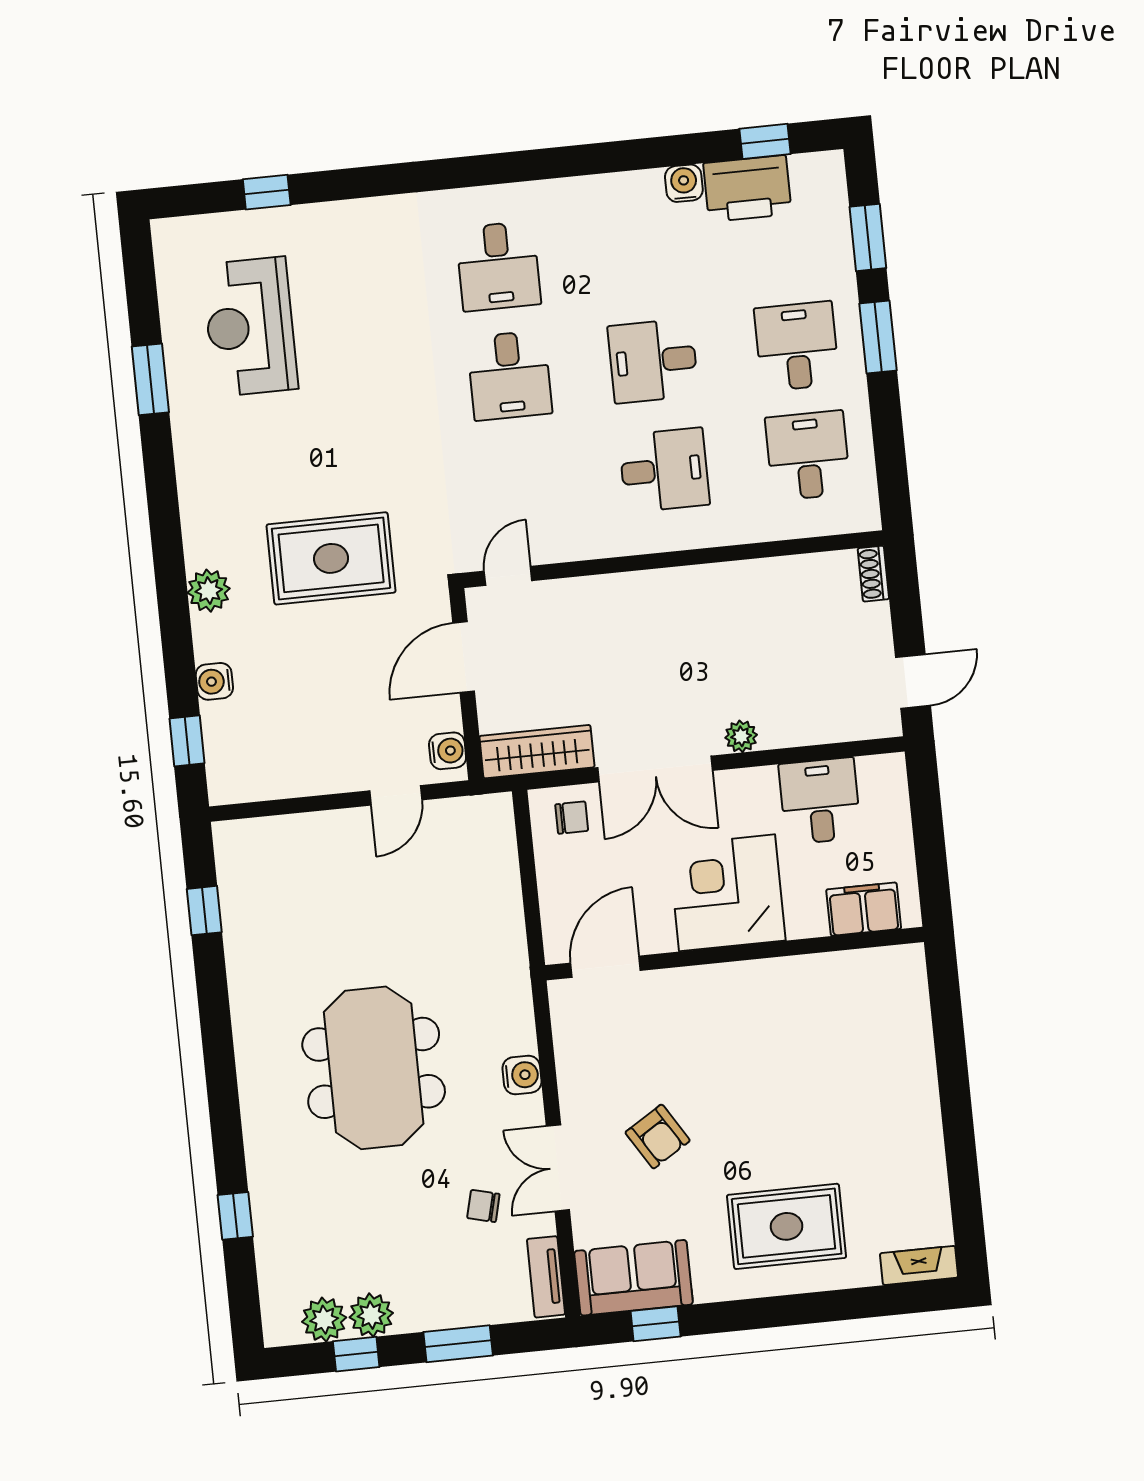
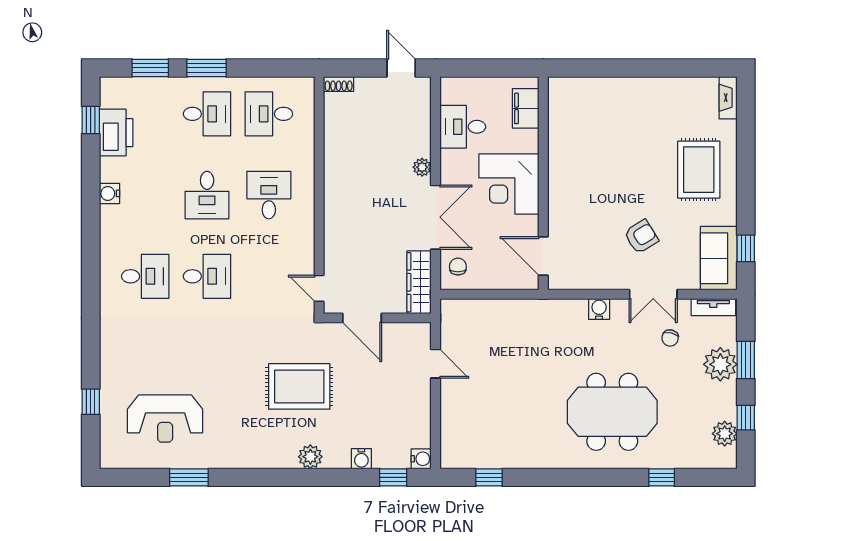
water cooler: (684, 183) -> (109, 193), moved
desk: (797, 346) -> (207, 114), turned 180
rug: (331, 558) -> (299, 386), turned 90
water cooler: (448, 751) -> (421, 459), moved, turned 90
meeting table: (374, 1068) -> (612, 412), moved
plant: (371, 1315) -> (720, 364), moved, width x1.36, depth x1.36

